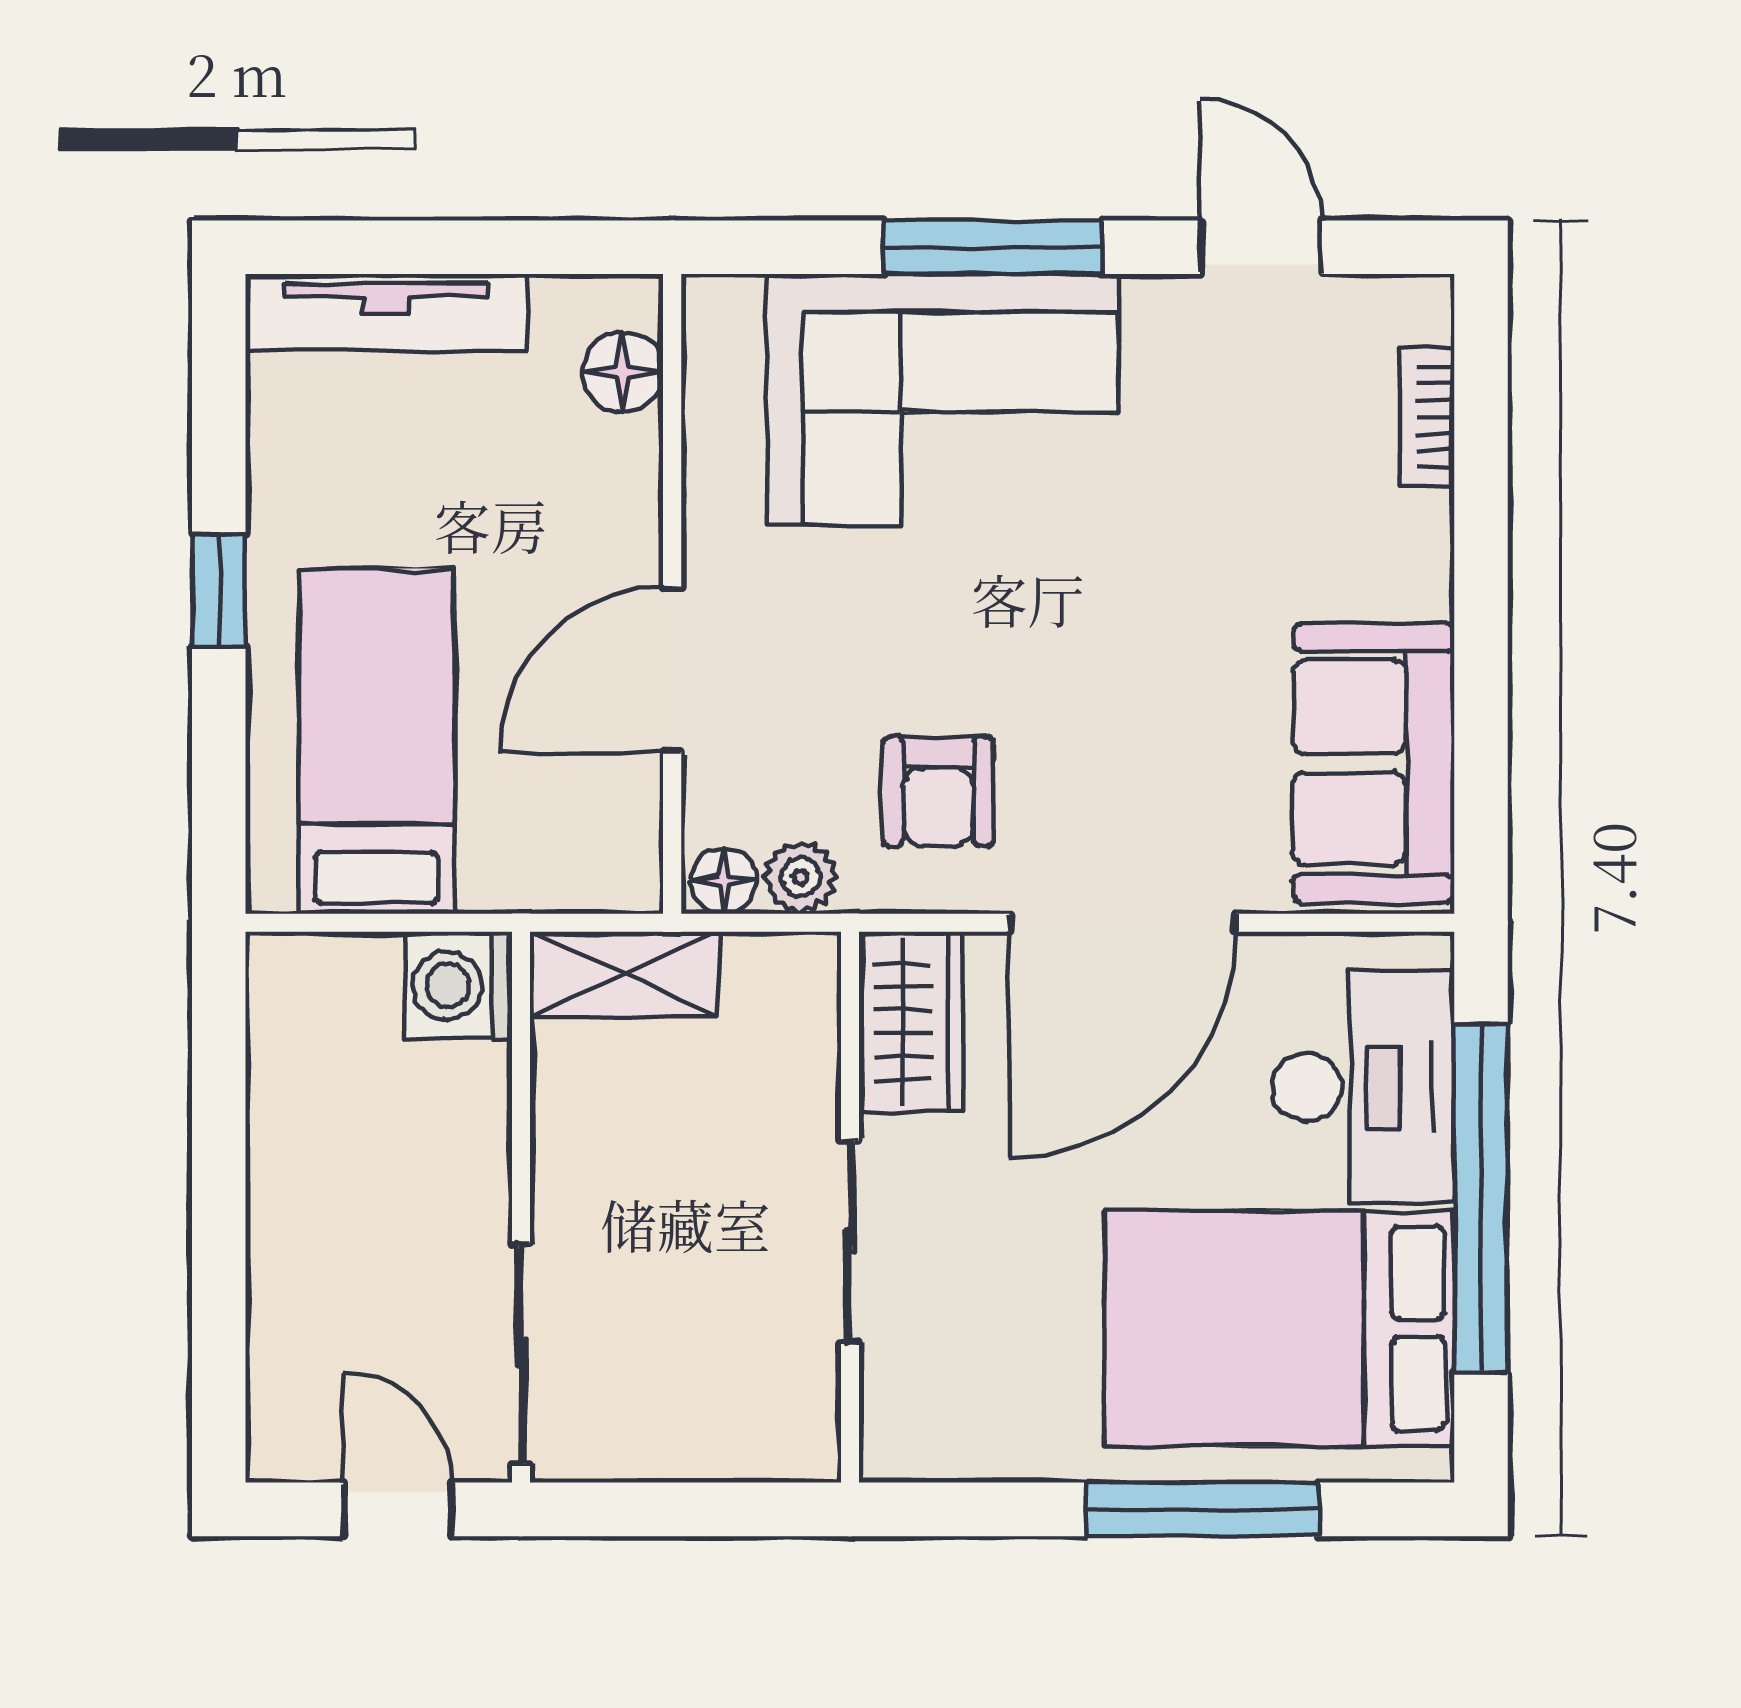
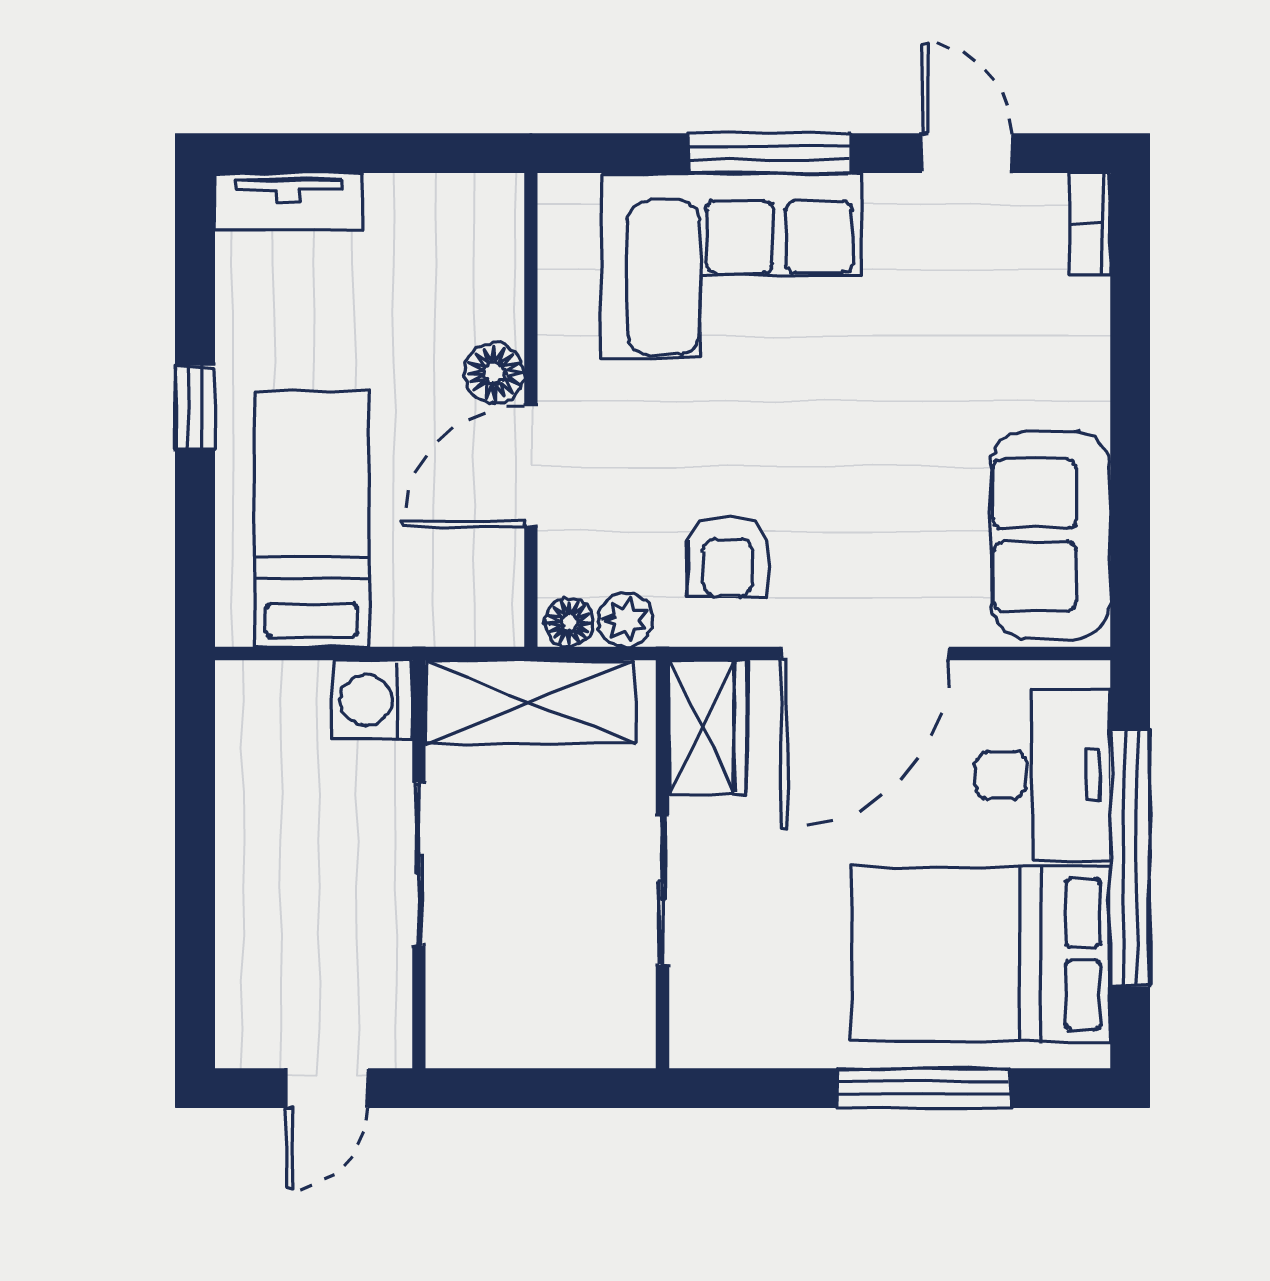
tv unit: (386, 312) -> (289, 201), width x0.71
floor lamp: (623, 372) -> (494, 373), moved
bookcase: (1427, 417) -> (1090, 224), moved
shelving: (624, 974) -> (530, 702), width x1.50, depth x1.33
sliding door: (521, 1353) -> (419, 864), moved
door: (398, 1509) -> (328, 1088), swing flipped

